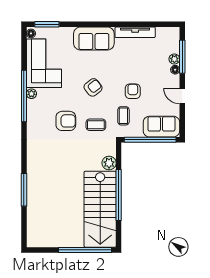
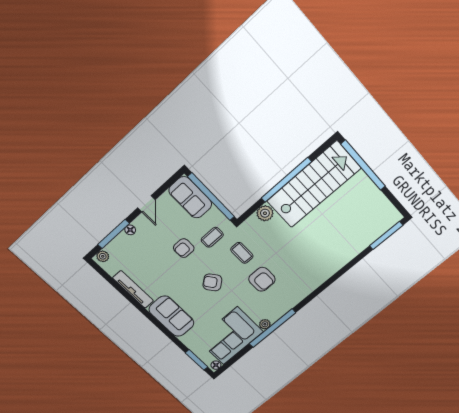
plant: (174, 59) -> (103, 256), moved
armchair: (66, 121) -> (262, 279), turned 180
window: (24, 190) -> (386, 235), moved

